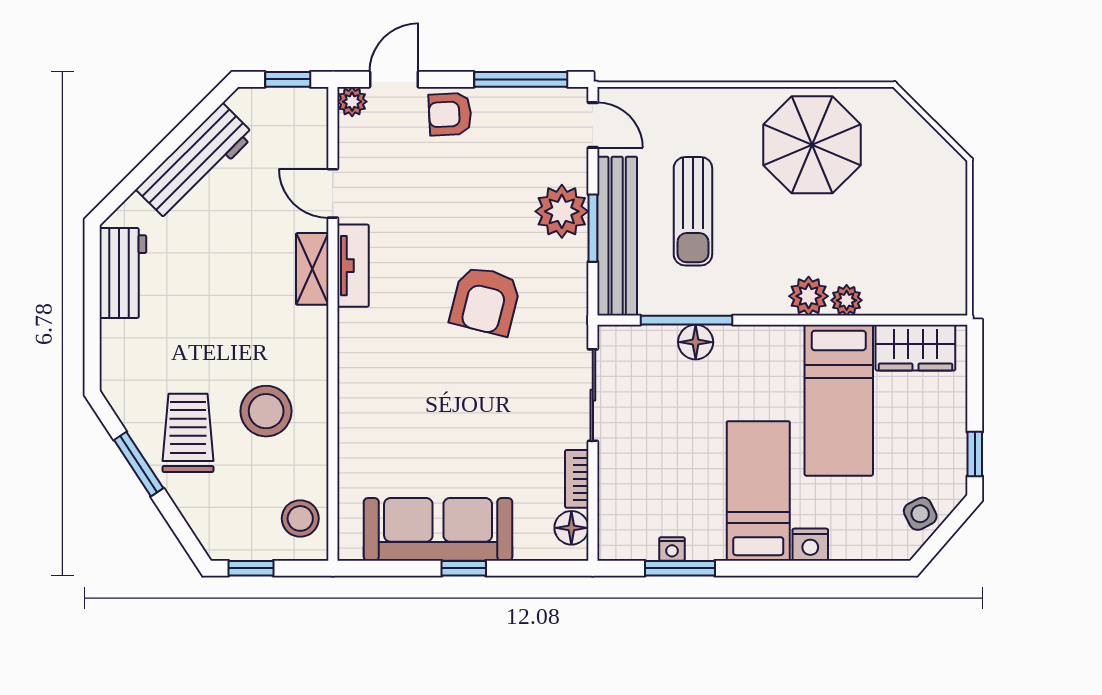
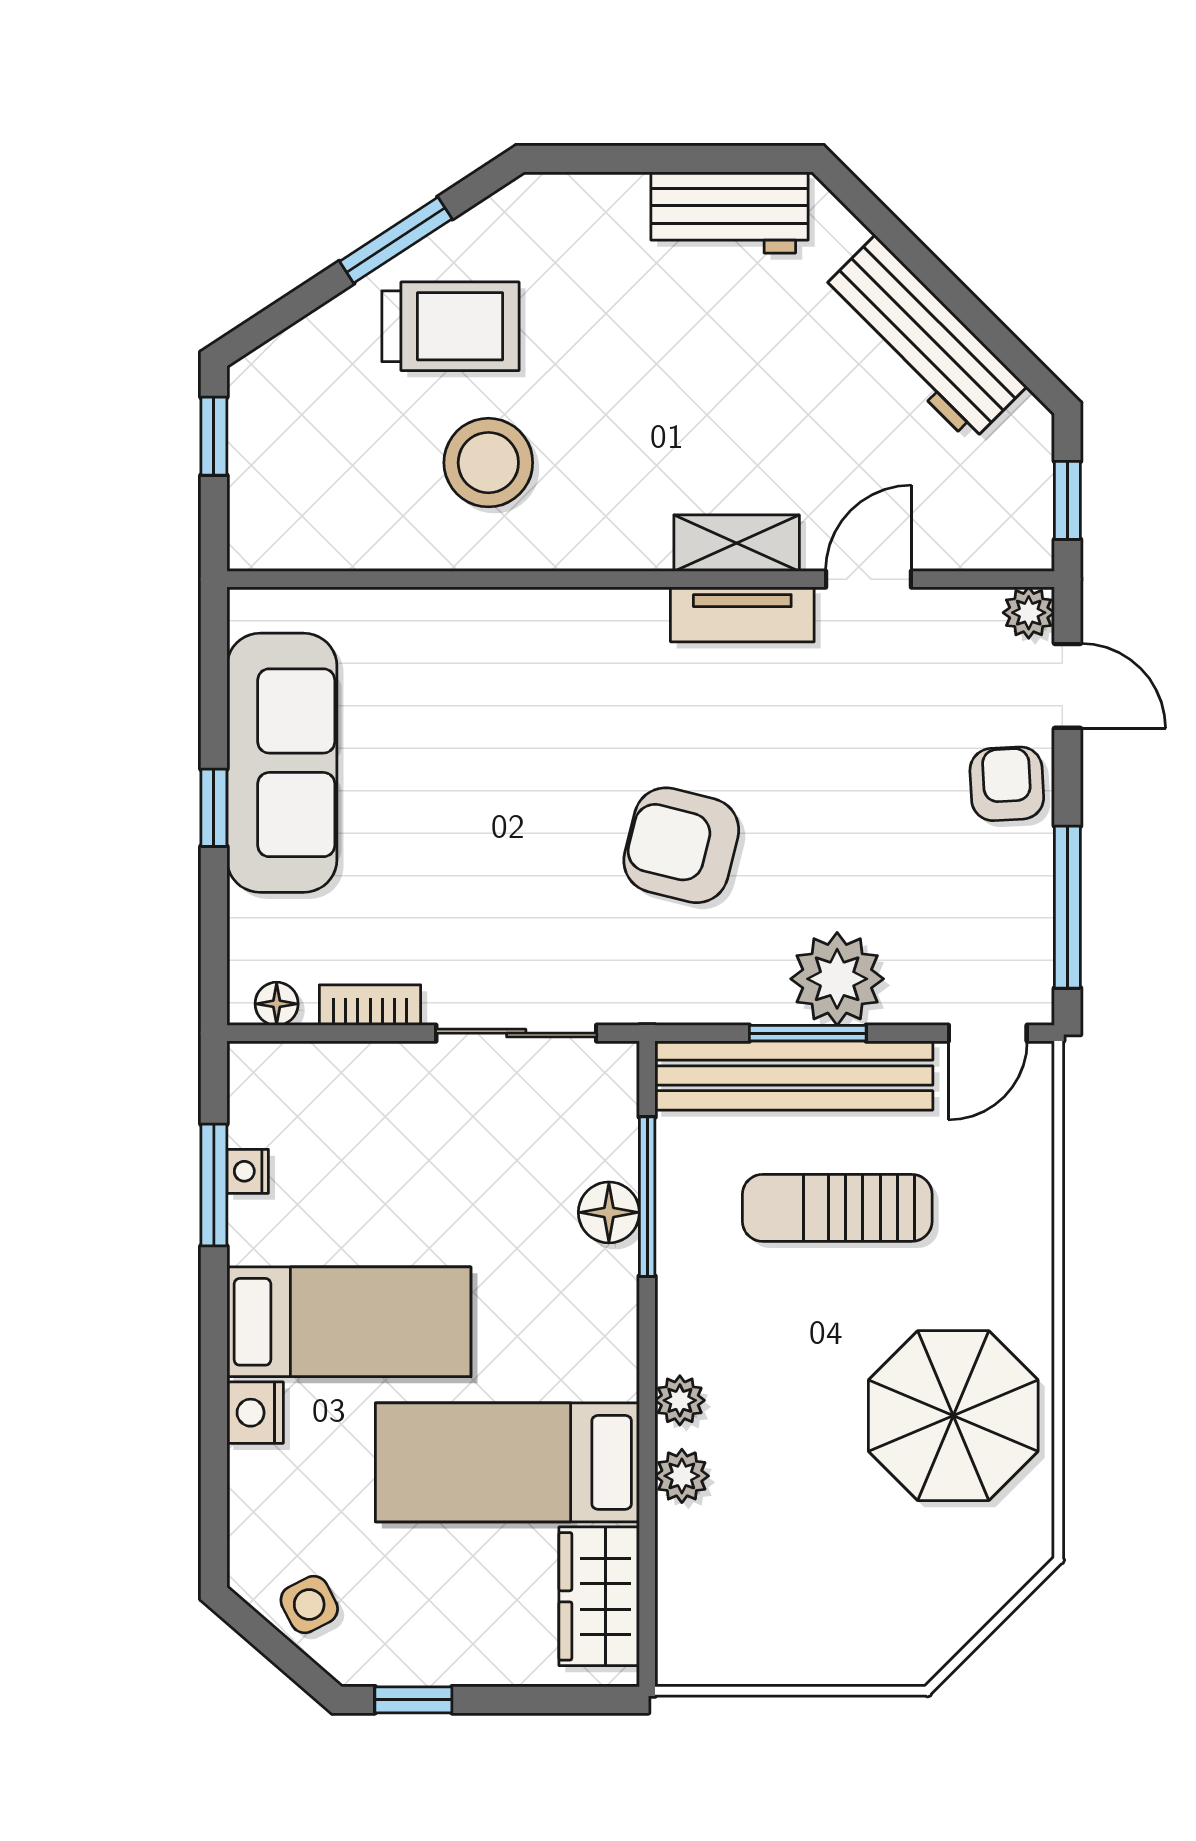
plant: (809, 296) -> (680, 1400), width x0.73, depth x0.73
stool: (300, 518) -> (301, 522), removed
floor lamp: (571, 528) -> (277, 1004), width x0.73, depth x0.73

